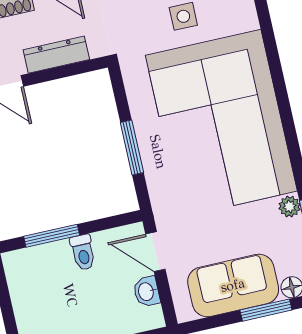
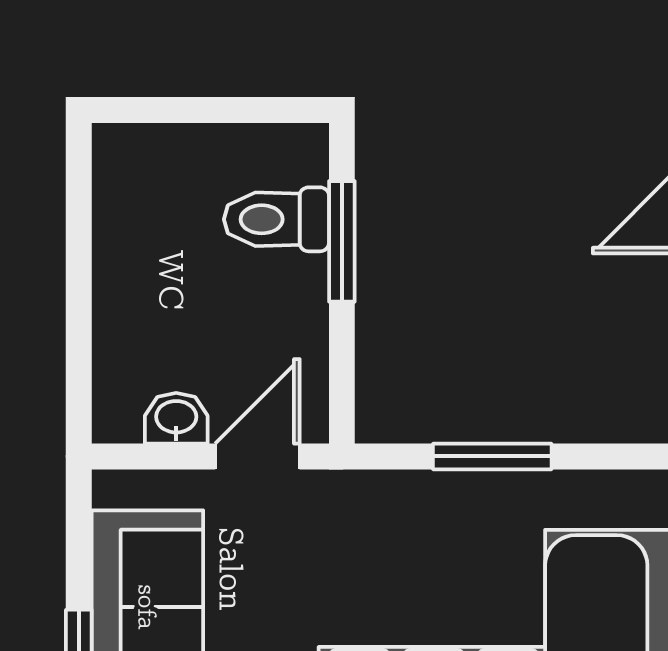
toilet: (83, 252) -> (276, 219), moved, width x1.37, depth x1.39

